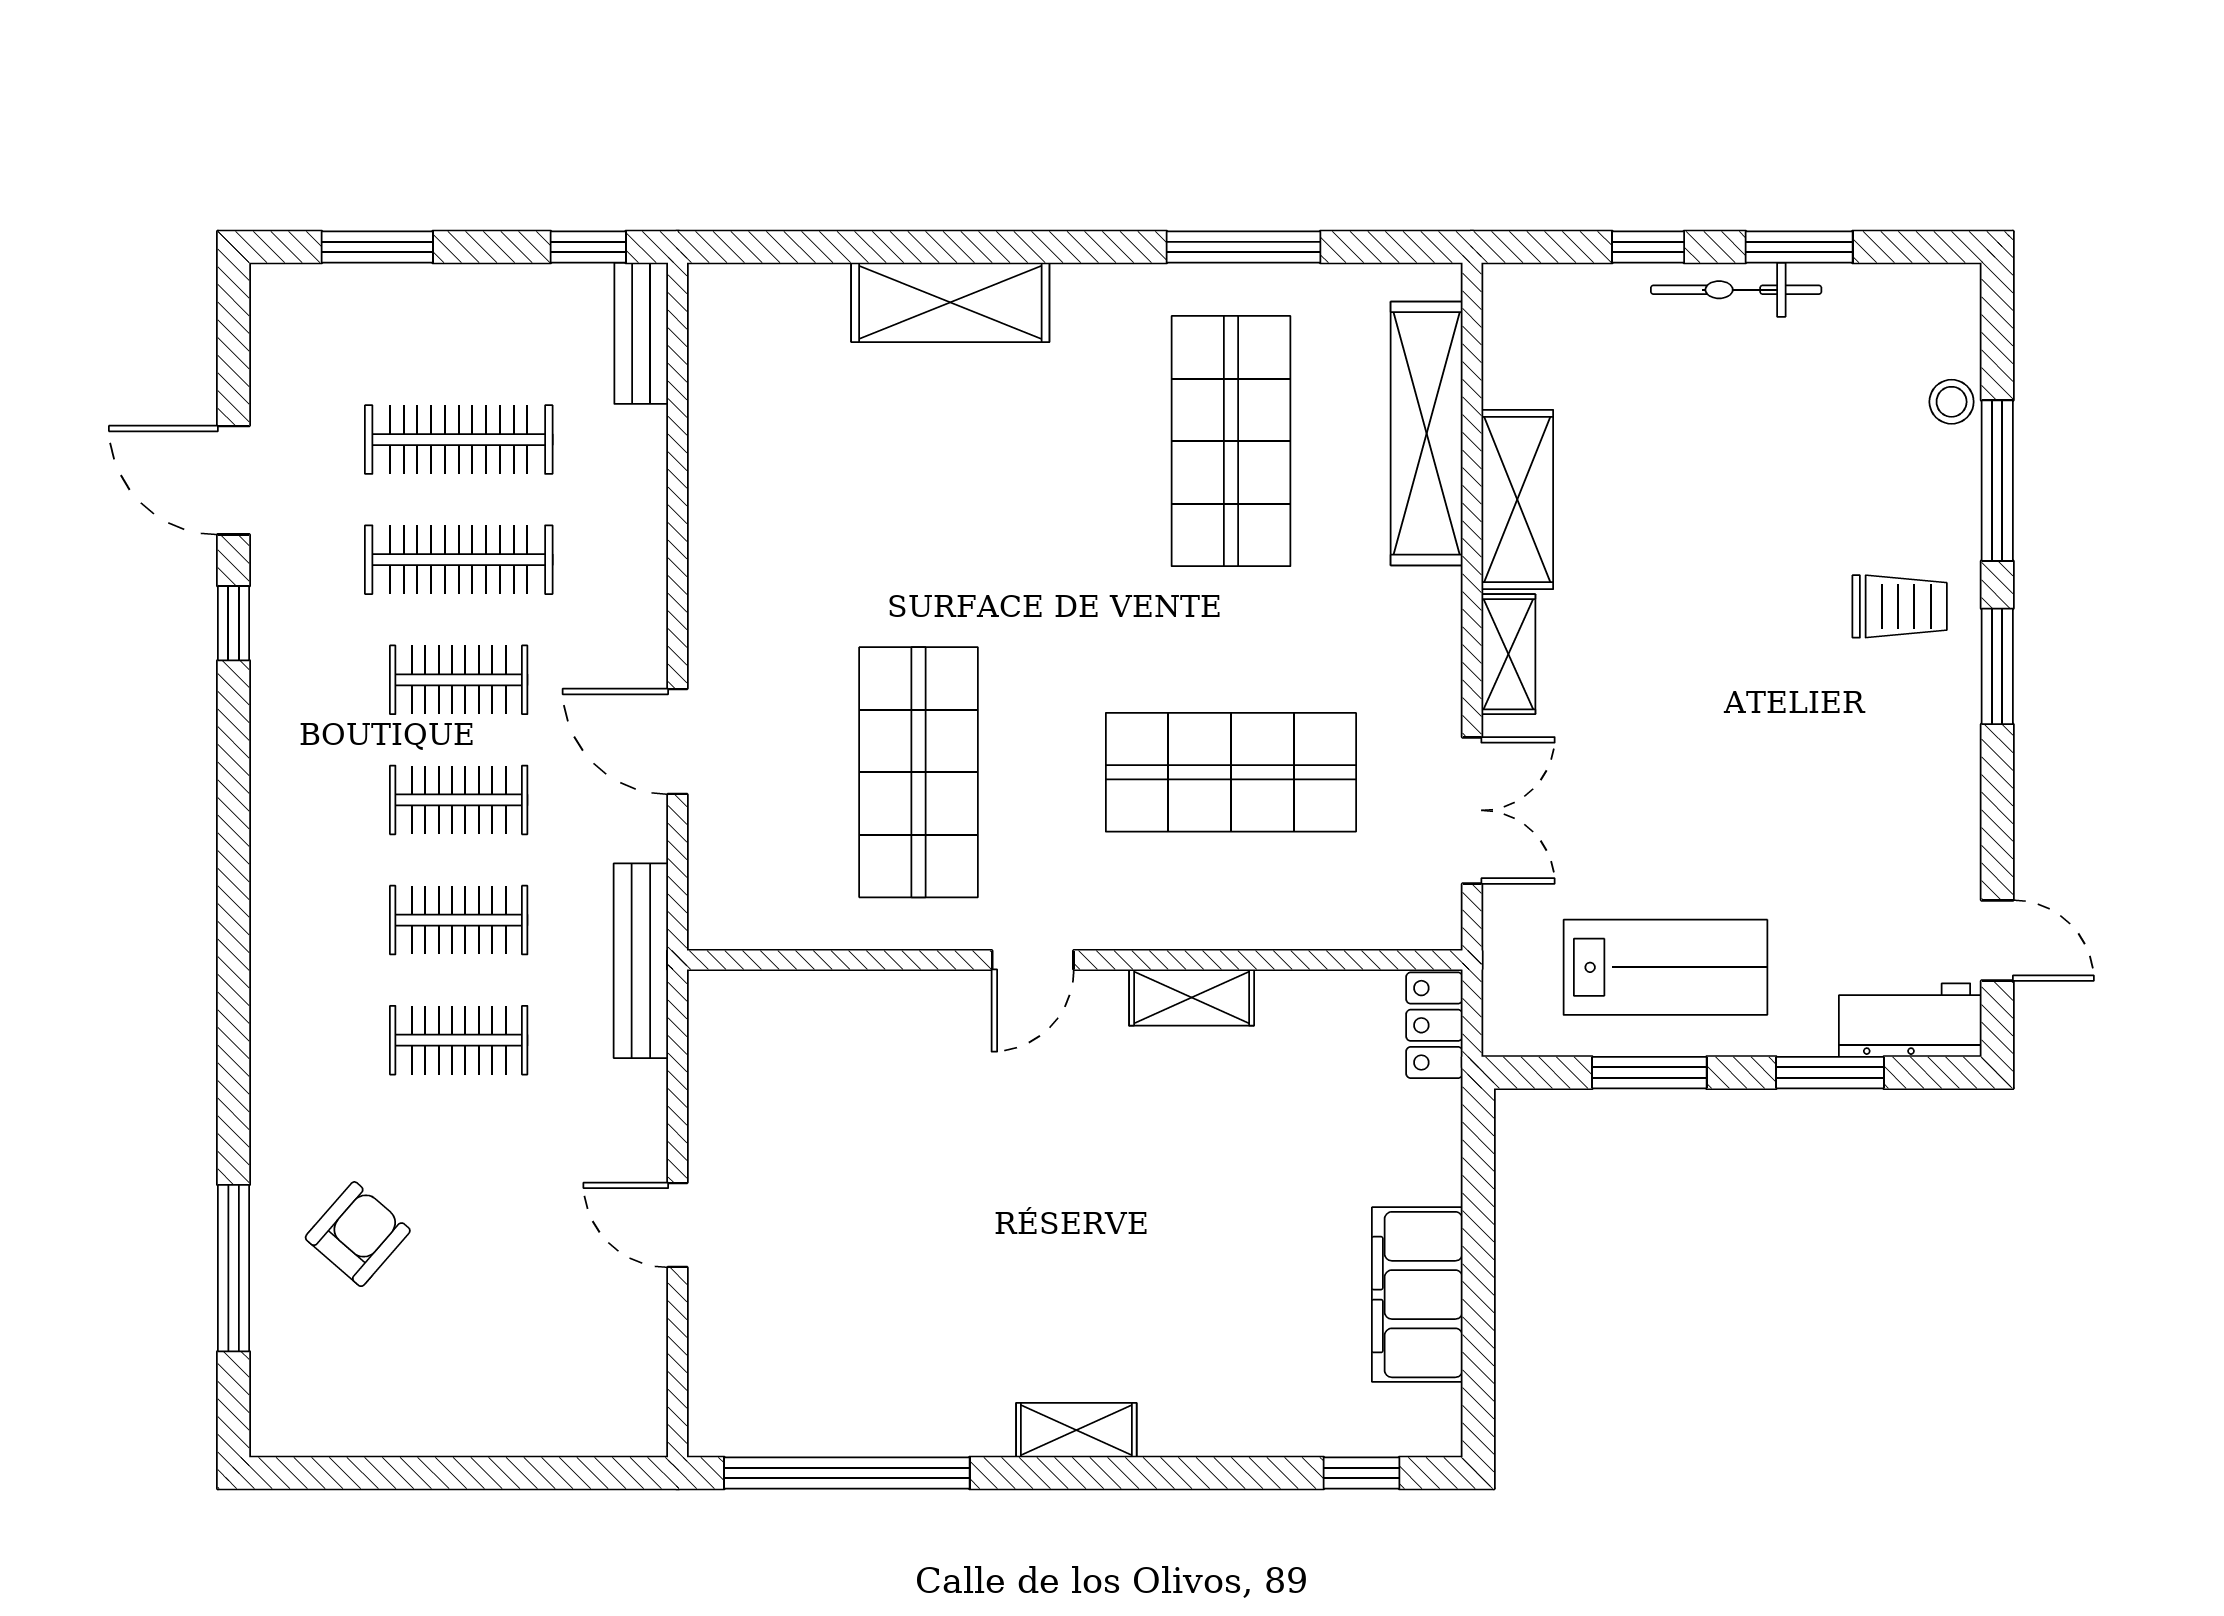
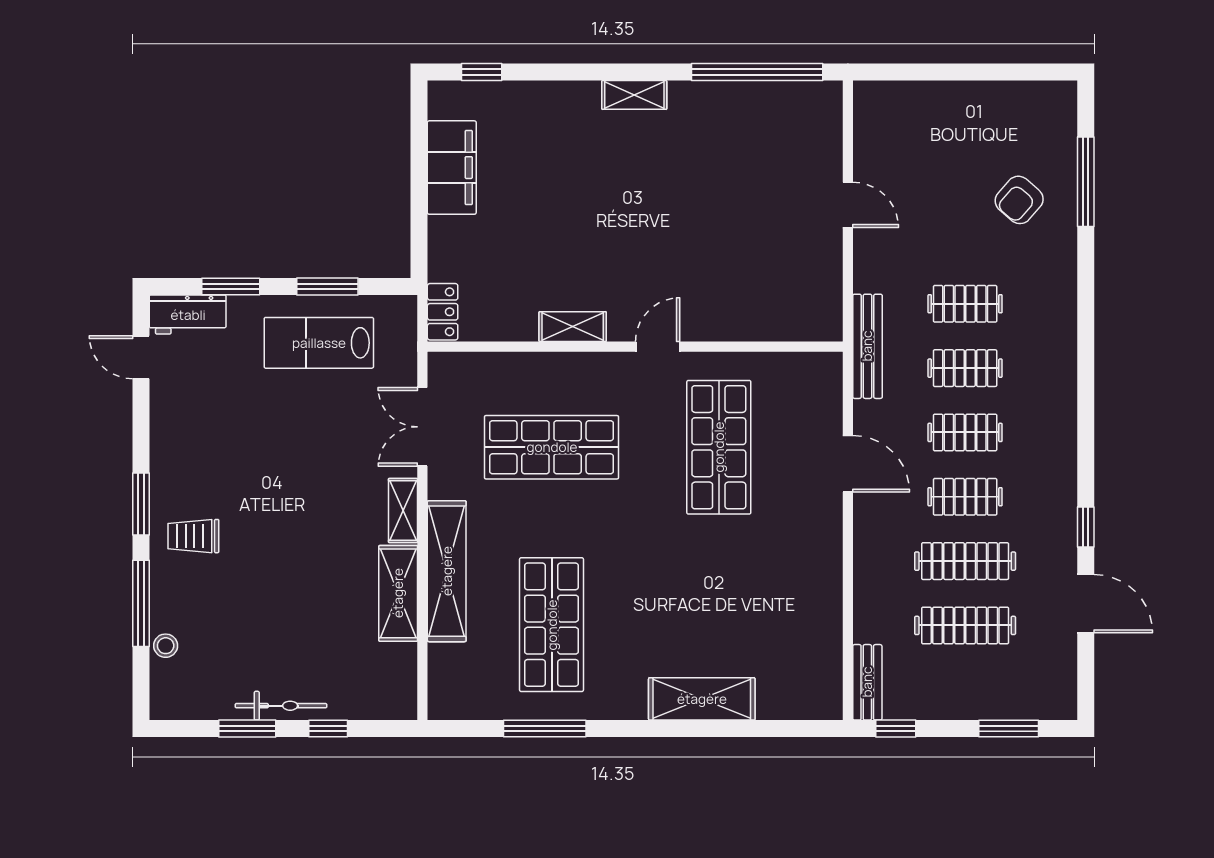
shelving: (1427, 433) -> (447, 571), moved

